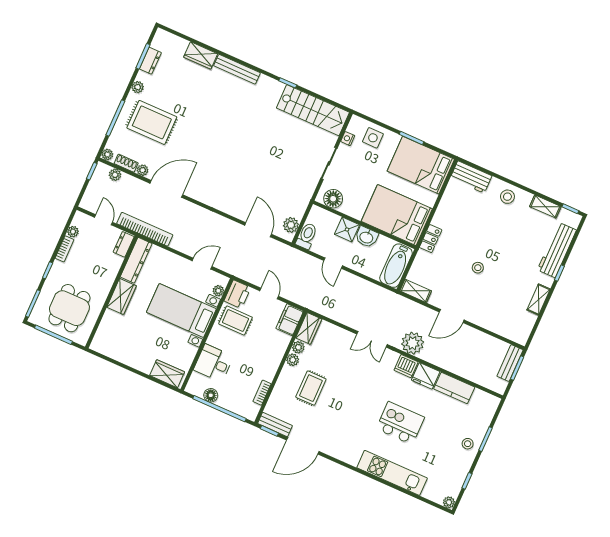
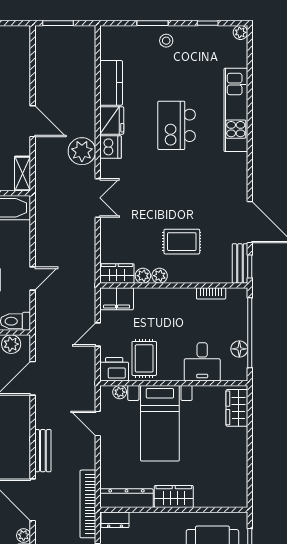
bench: (510, 363) -> (43, 451), moved, turned 90

